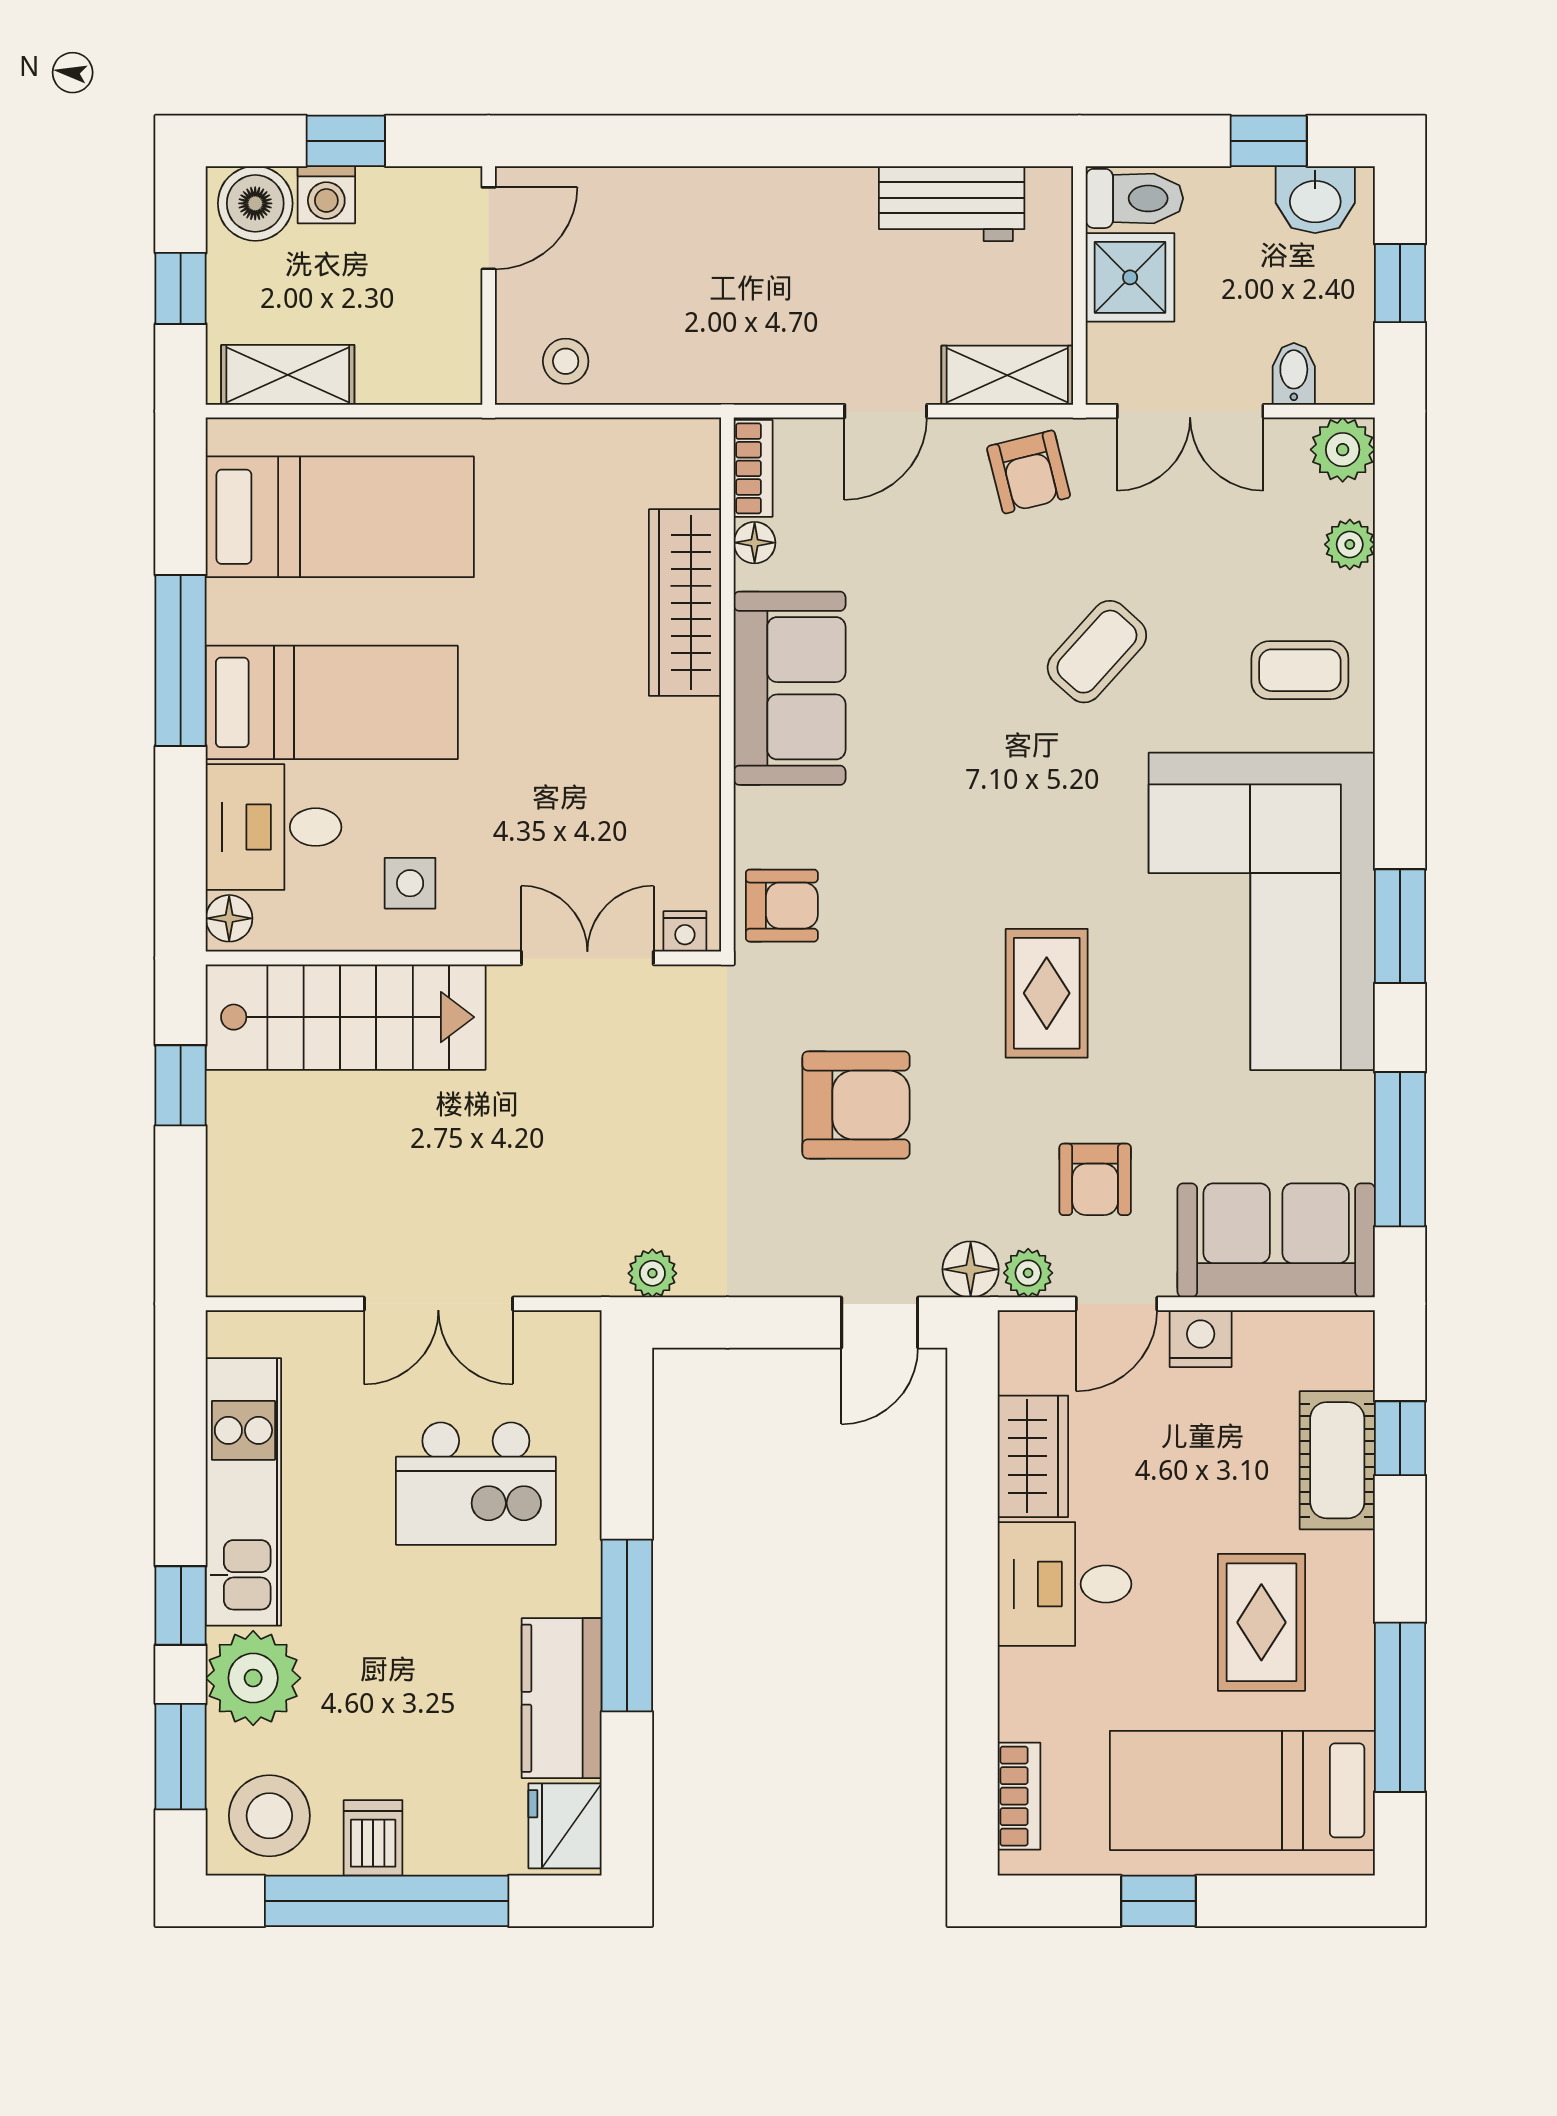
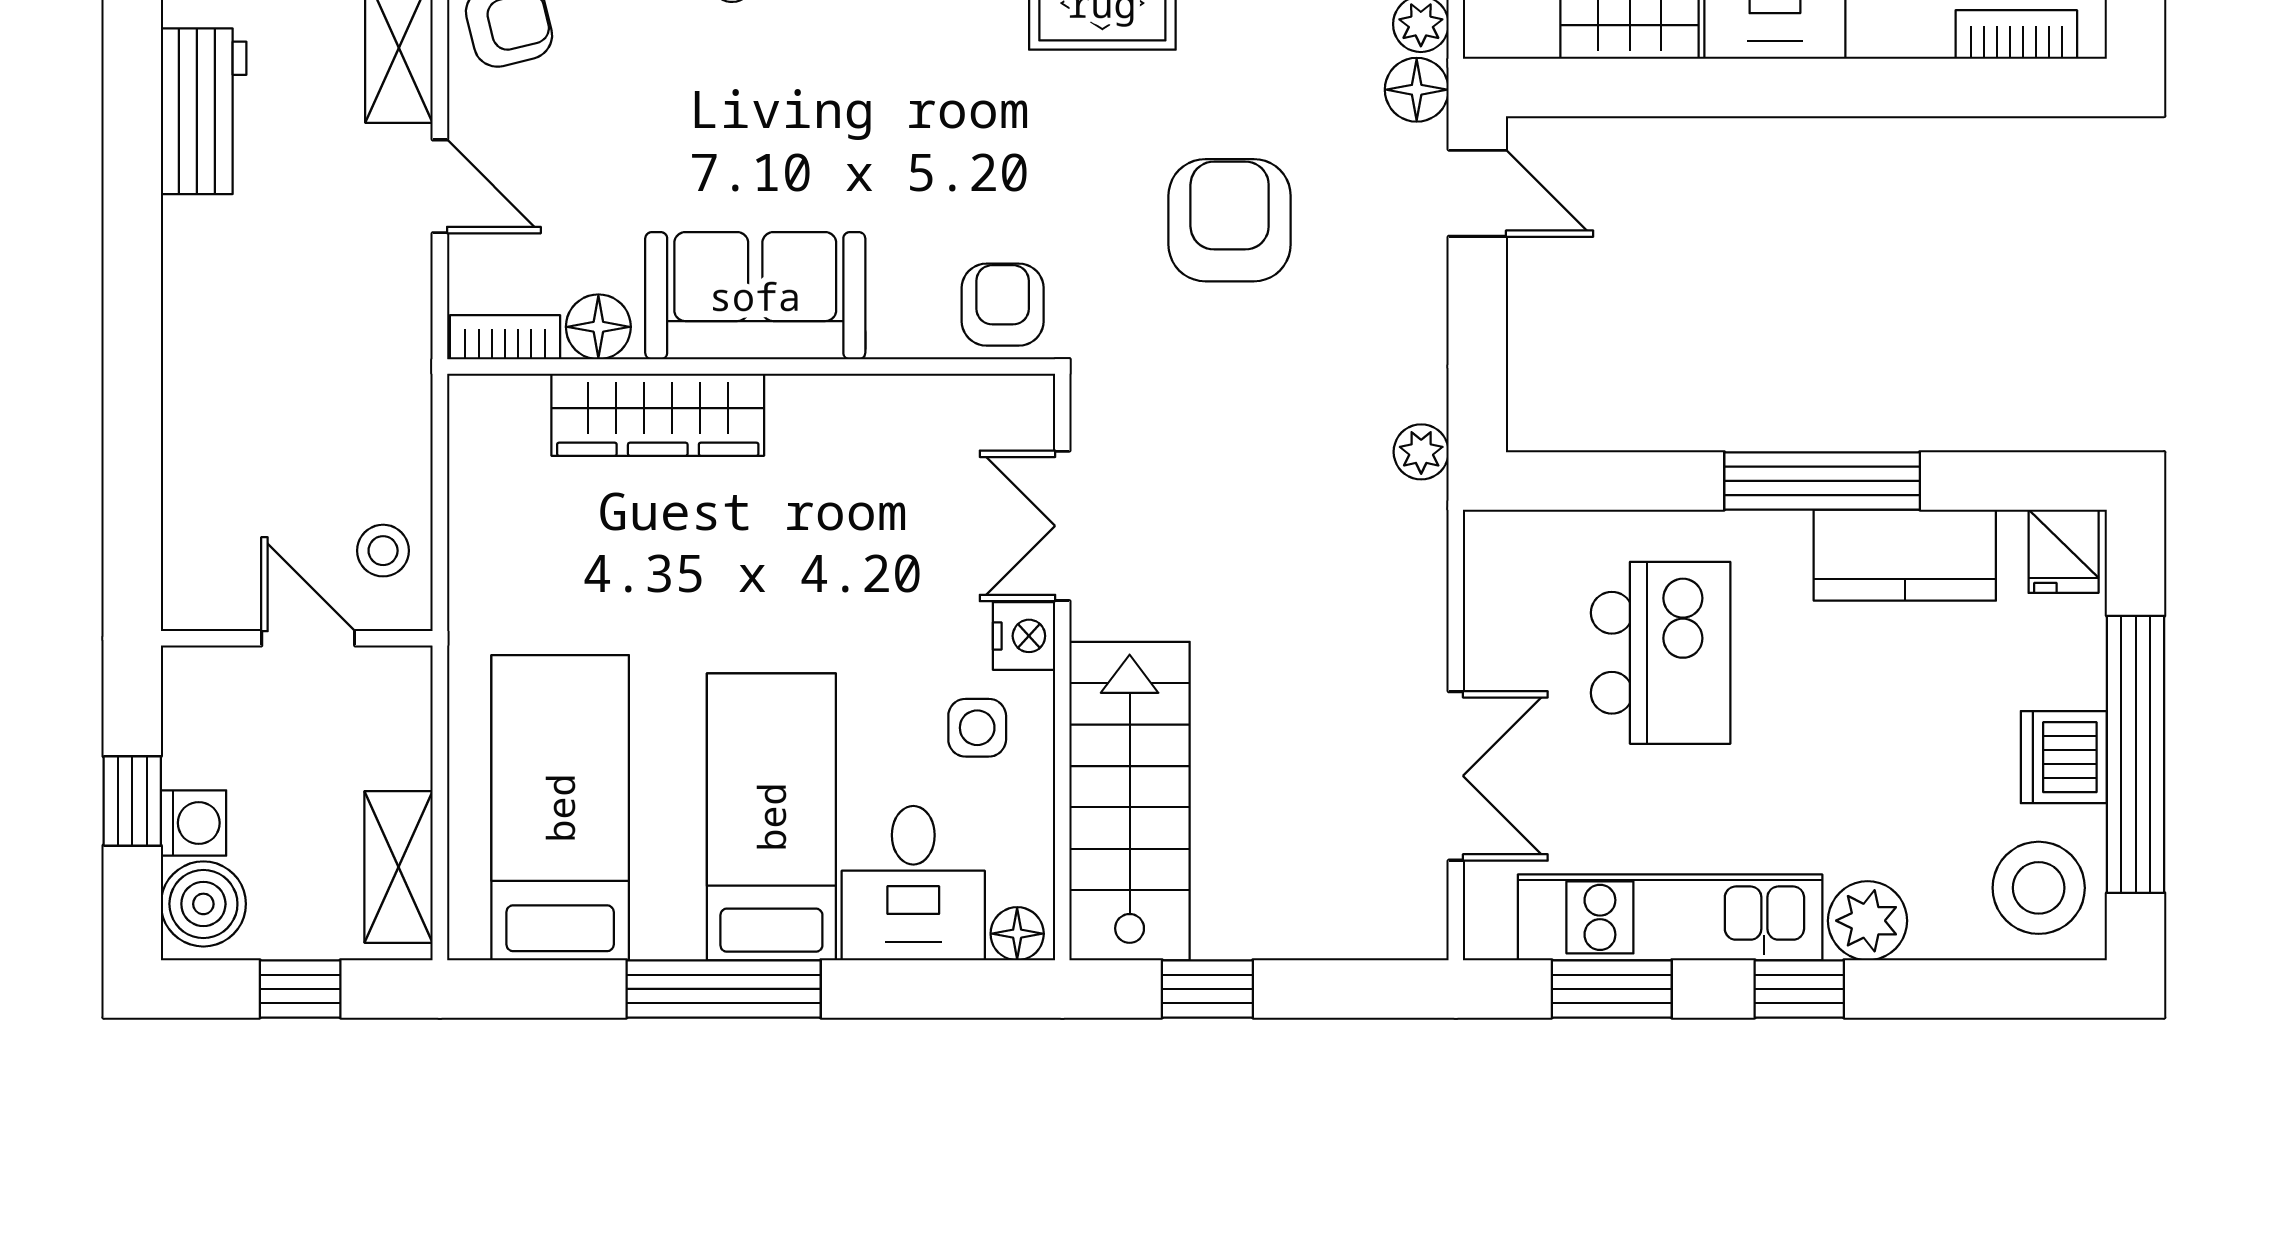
door: (489, 228) -> (308, 638), moved
floor lamp: (755, 543) -> (598, 327), width x1.37, depth x1.37
nightstand: (685, 931) -> (1024, 636), moved, width x1.39, depth x1.35
double door: (438, 1304) -> (1456, 776), moved
plant: (253, 1678) -> (1868, 921), width x0.73, depth x0.73
window: (181, 1757) -> (1612, 989), moved
fridge: (565, 1826) -> (2064, 551), width x0.72
dishwasher: (373, 1838) -> (2064, 757), width x1.38

